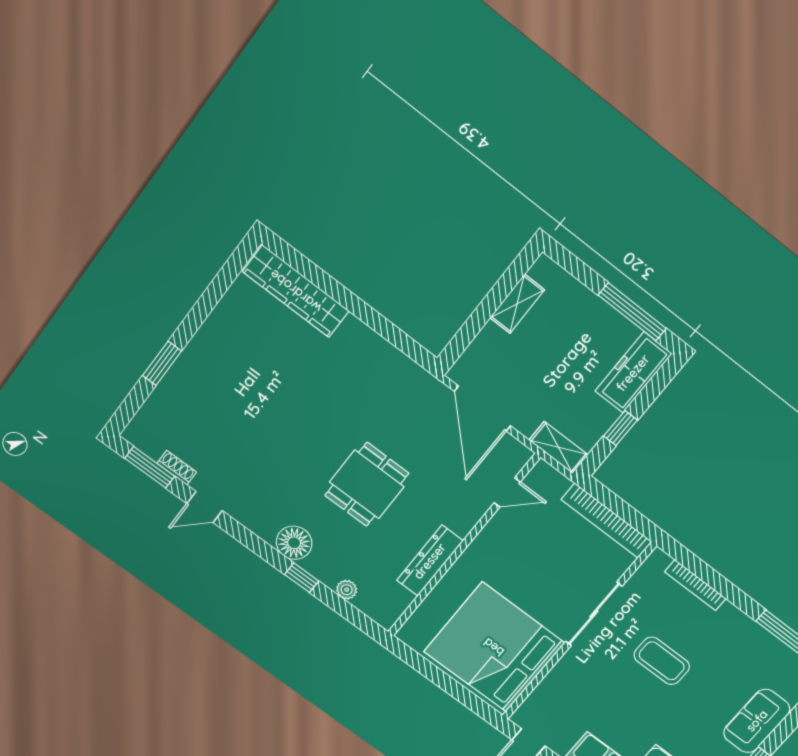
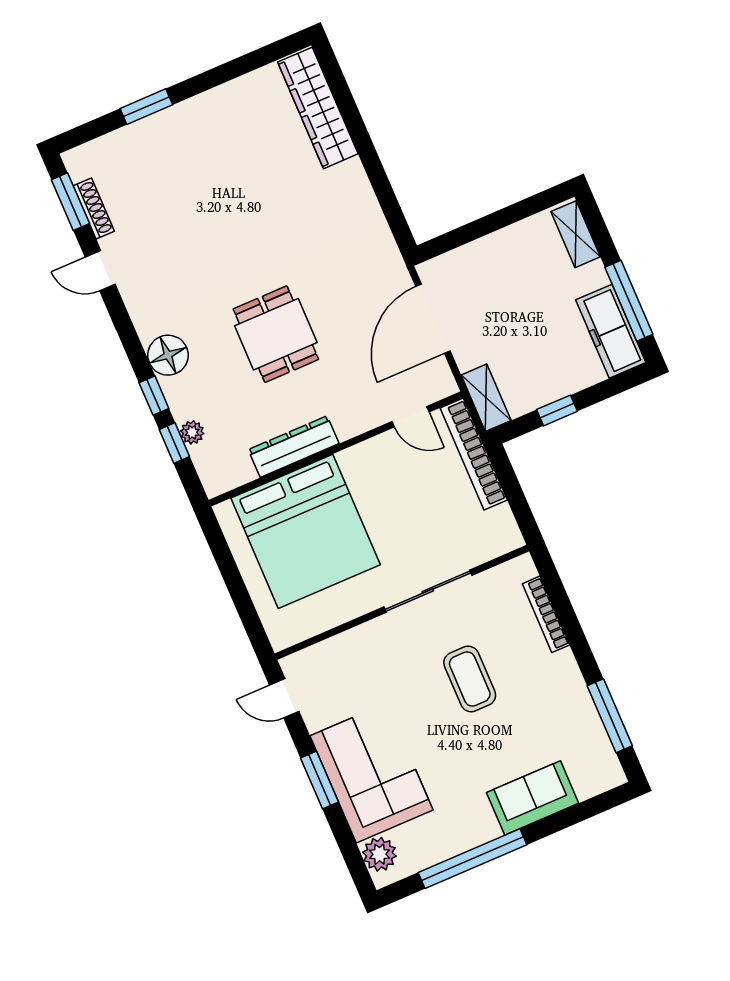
shelving: (517, 304) -> (576, 234), moved, turned 90
freezer: (633, 373) -> (611, 331), moved, turned -90
shoe rack: (177, 468) -> (94, 208), width x1.43
dining table: (367, 484) -> (276, 334), turned 90
bookcase: (606, 521) -> (474, 454), moved
window: (338, 604) -> (174, 443), added
bed: (494, 647) -> (306, 531), moved, turned 180

